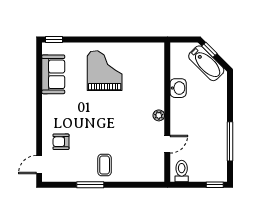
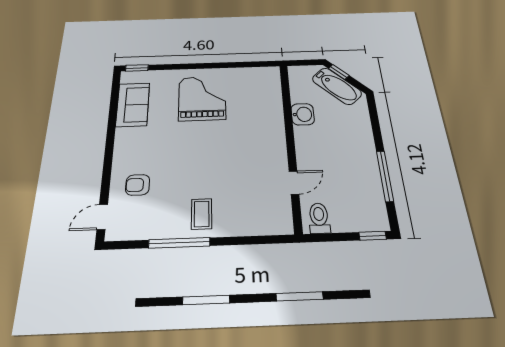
plant: (159, 115) -> (279, 147), removed
window: (90, 185) -> (179, 243), width x1.44

